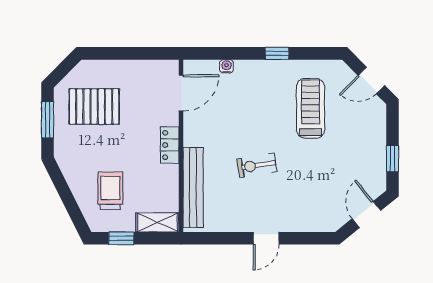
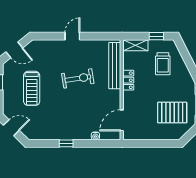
treadmill: (310, 108) -> (32, 88), moved
locker: (170, 145) -> (128, 80), moved
exercise bike: (257, 165) -> (78, 78), width x1.38, depth x1.39
door: (366, 215) -> (14, 50), hinge flipped

